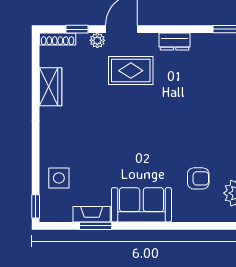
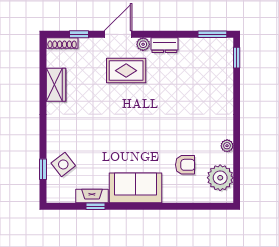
plant: (97, 40) -> (143, 44), moved
side table: (59, 178) -> (63, 164), turned -38
window: (36, 206) -> (43, 169), moved
window: (96, 226) -> (95, 206), width x0.67

